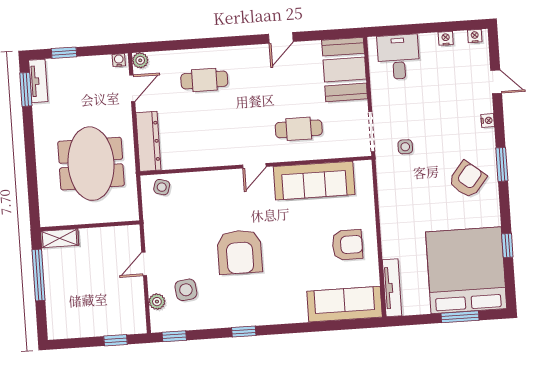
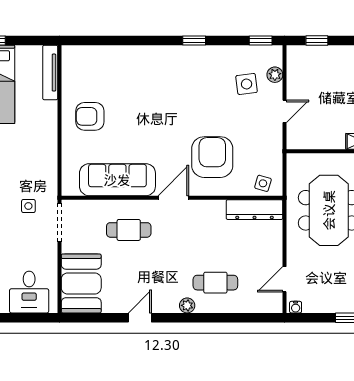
plant: (140, 60) -> (187, 305), moved
dresser: (148, 141) -> (255, 210), moved, turned -90
door: (254, 166) -> (173, 198), width x1.38
armchair: (240, 252) -> (212, 157), moved
sofa: (345, 304) -> (96, 60), removed

